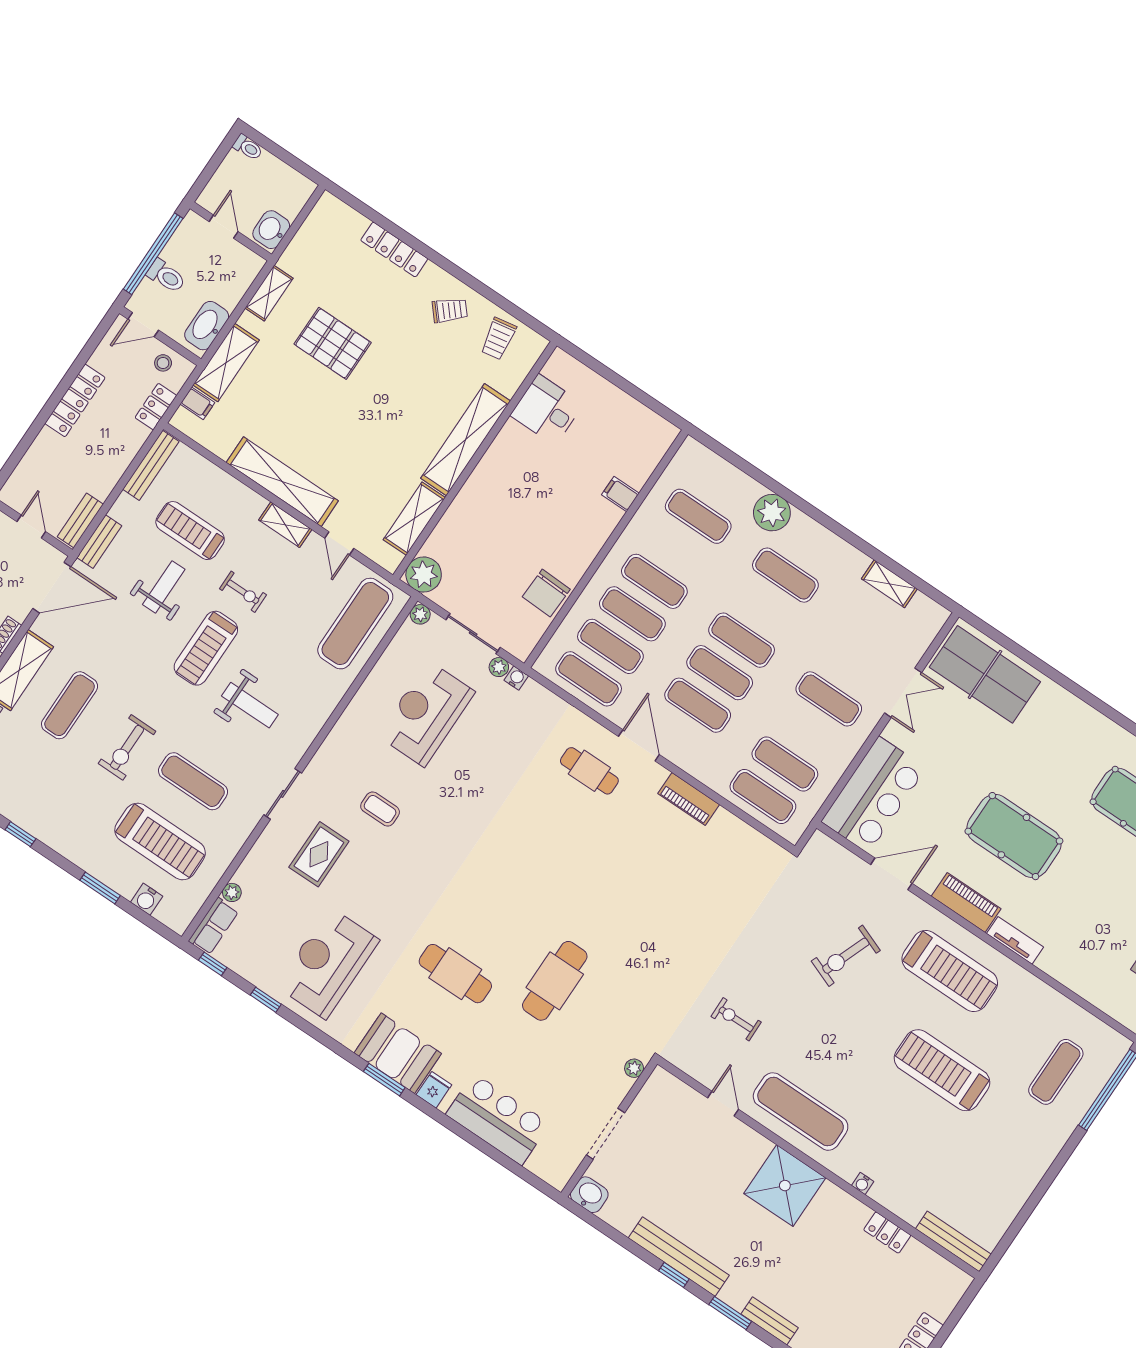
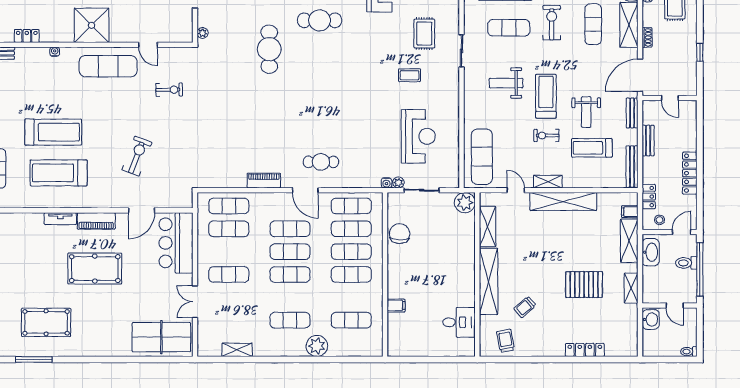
trolley: (450, 310) -> (525, 307), moved
bench: (80, 521) -> (648, 141), moved
treadmill: (190, 531) -> (592, 148), turned 180
plant: (420, 614) -> (454, 182), removed
treadmill: (950, 971) -> (59, 173), moved

